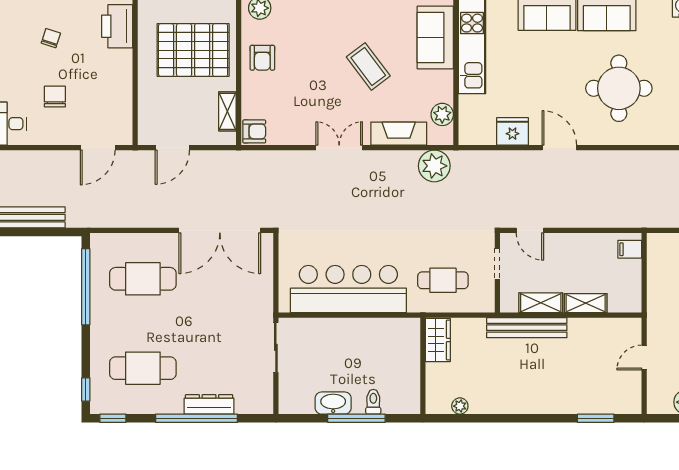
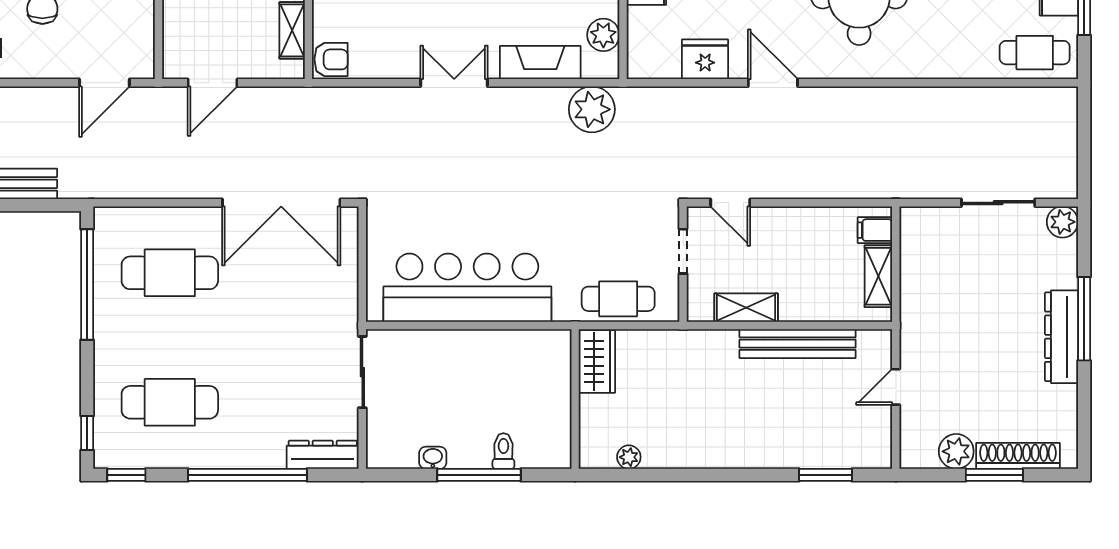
cafe table: (443, 280) -> (618, 299), moved
shelving: (586, 303) -> (878, 276), moved, turned 90
bench: (527, 328) -> (798, 344), moved
washbasin: (333, 403) -> (433, 458), width x0.52, depth x0.69
dresser: (209, 404) -> (323, 455), moved

